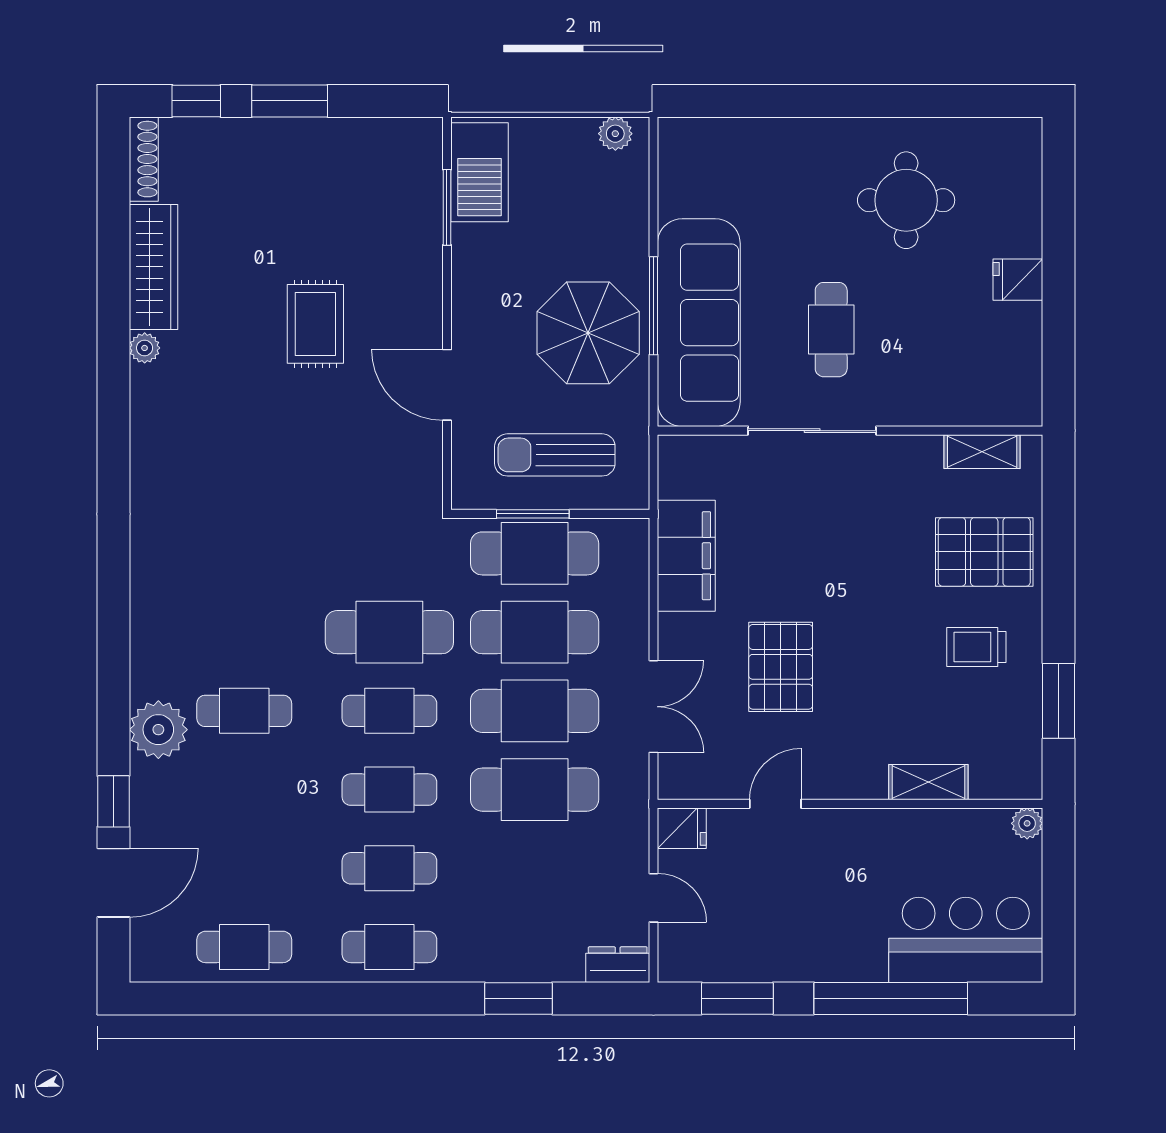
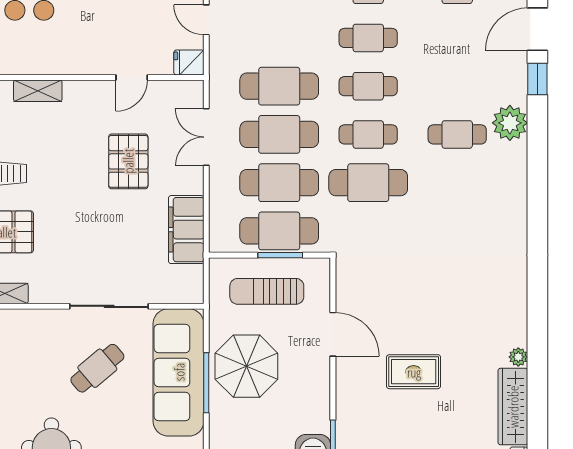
rug: (315, 324) -> (414, 372), turned 90
cafe table: (831, 330) -> (97, 368), turned 50
sun lounger: (555, 455) -> (267, 291), turned 180

